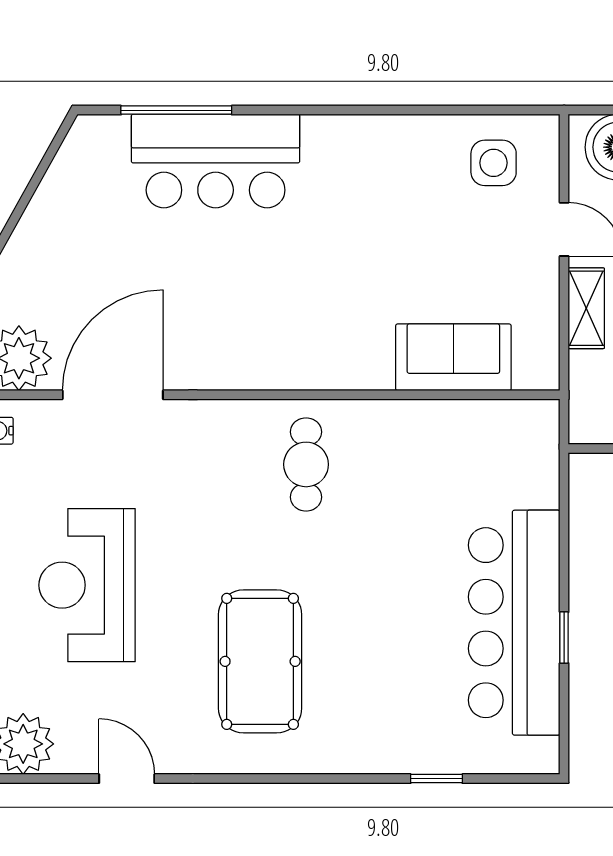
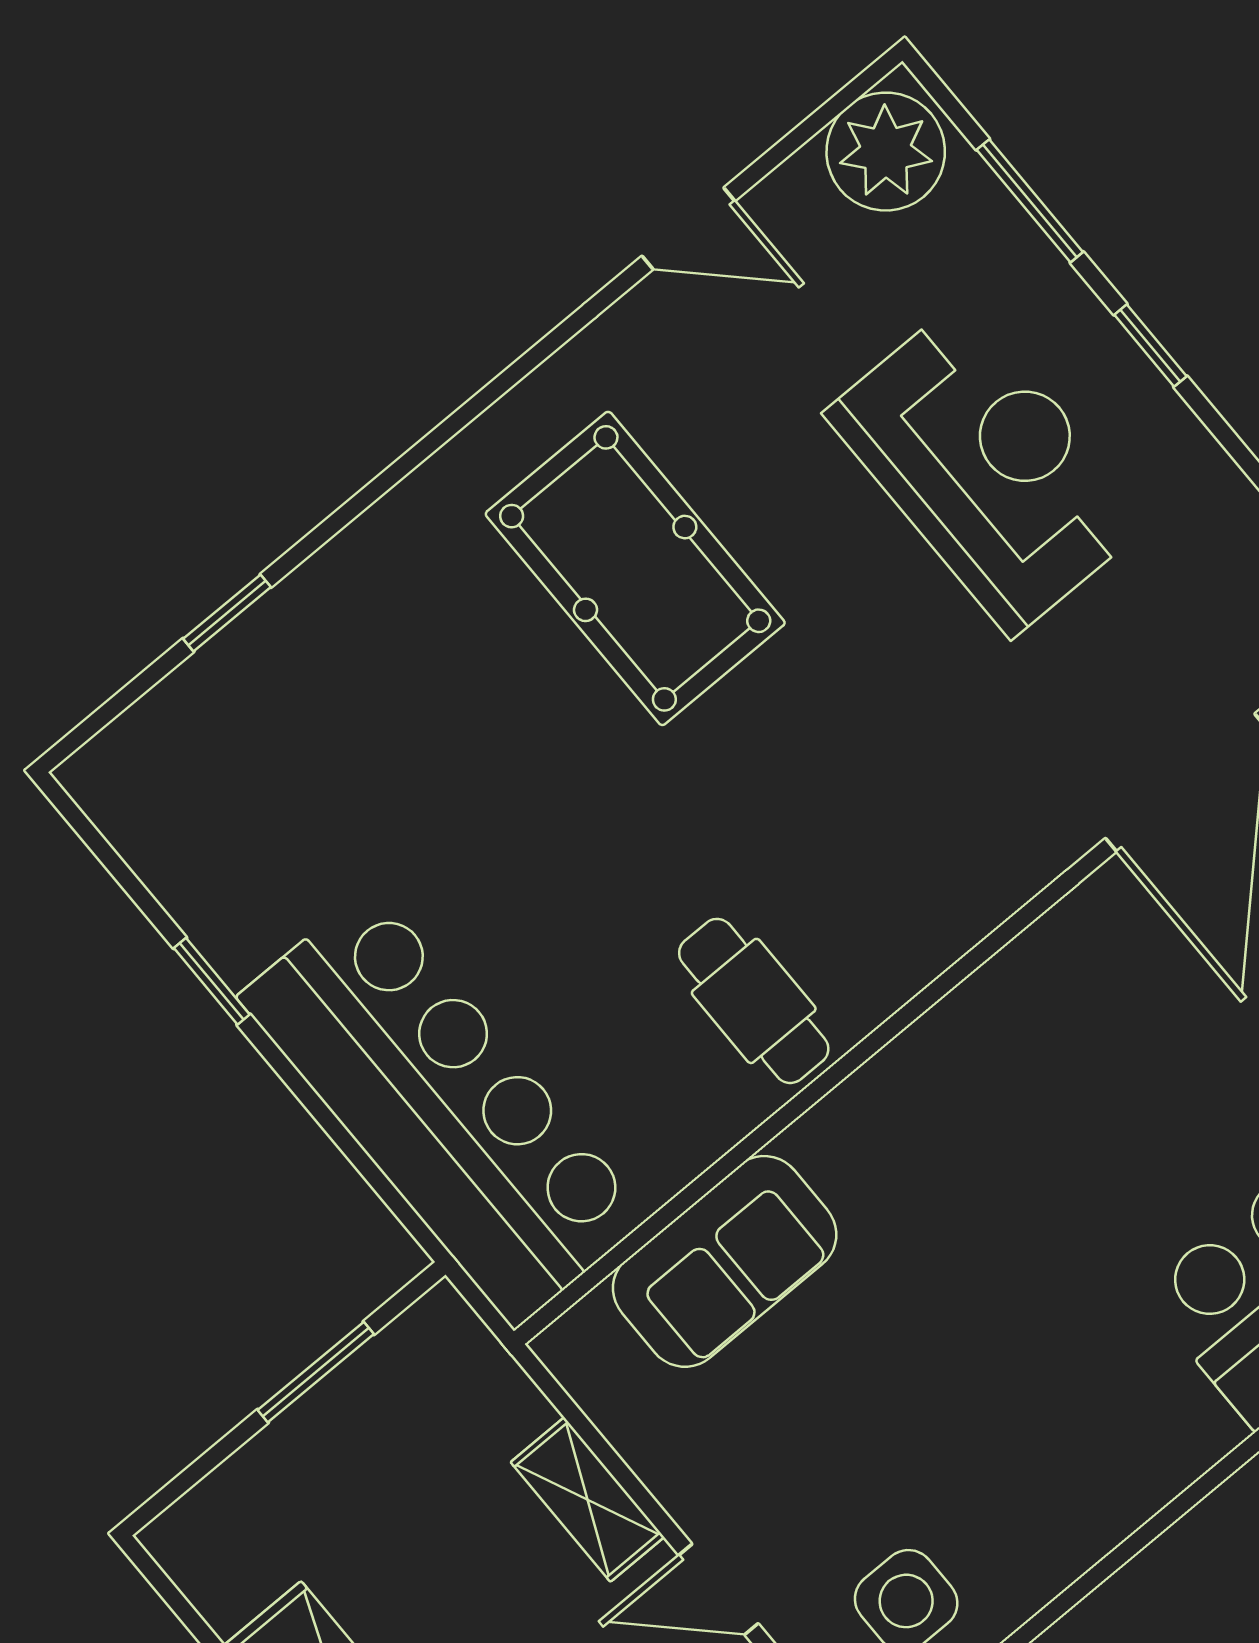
cafe table: (306, 464) -> (754, 1001), moved
bar counter: (514, 623) -> (443, 1107), moved

